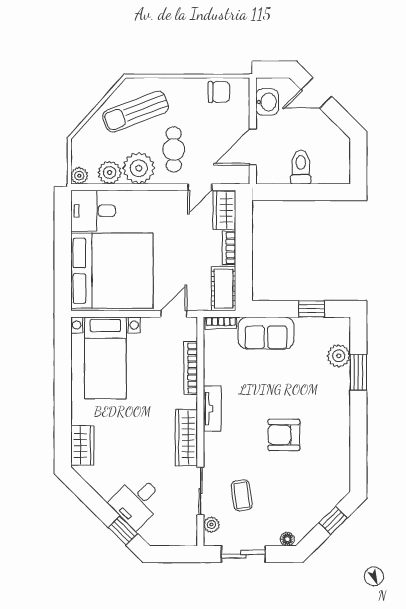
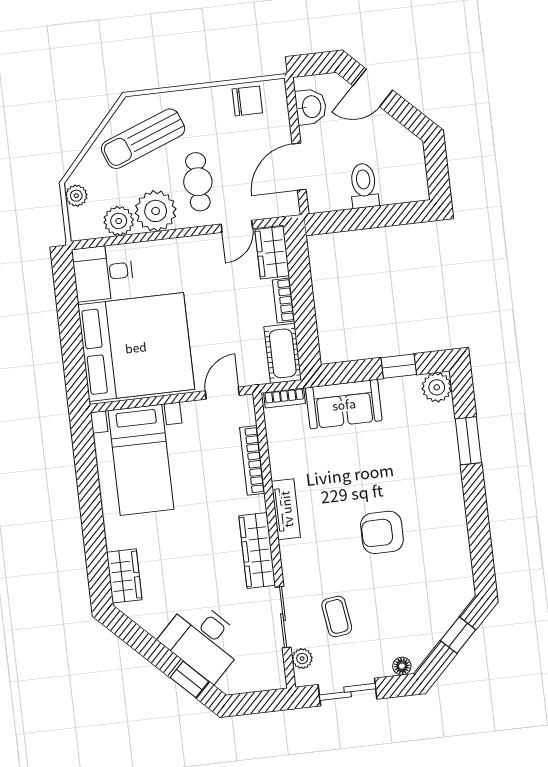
plant: (79, 176) -> (76, 196), moved
plant: (339, 356) -> (437, 387), moved
desk: (137, 502) -> (203, 640), width x1.37

